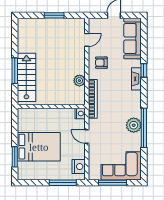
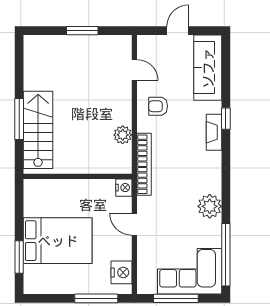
door: (87, 40) -> (134, 70), hinge flipped
window: (144, 128) -> (226, 255), moved

